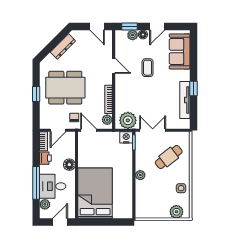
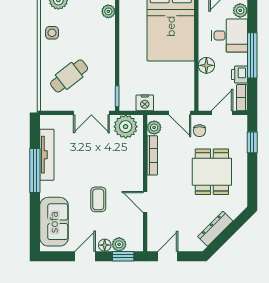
door: (97, 27) -> (168, 256), hinge flipped
dining table: (65, 88) -> (212, 172), width x0.73
window: (193, 88) -> (35, 171), width x2.17
window: (36, 94) -> (252, 142), moved
nightstand: (126, 137) -> (145, 103), moved
plant: (140, 175) -> (108, 11), moved
window: (36, 183) -> (252, 55), moved

